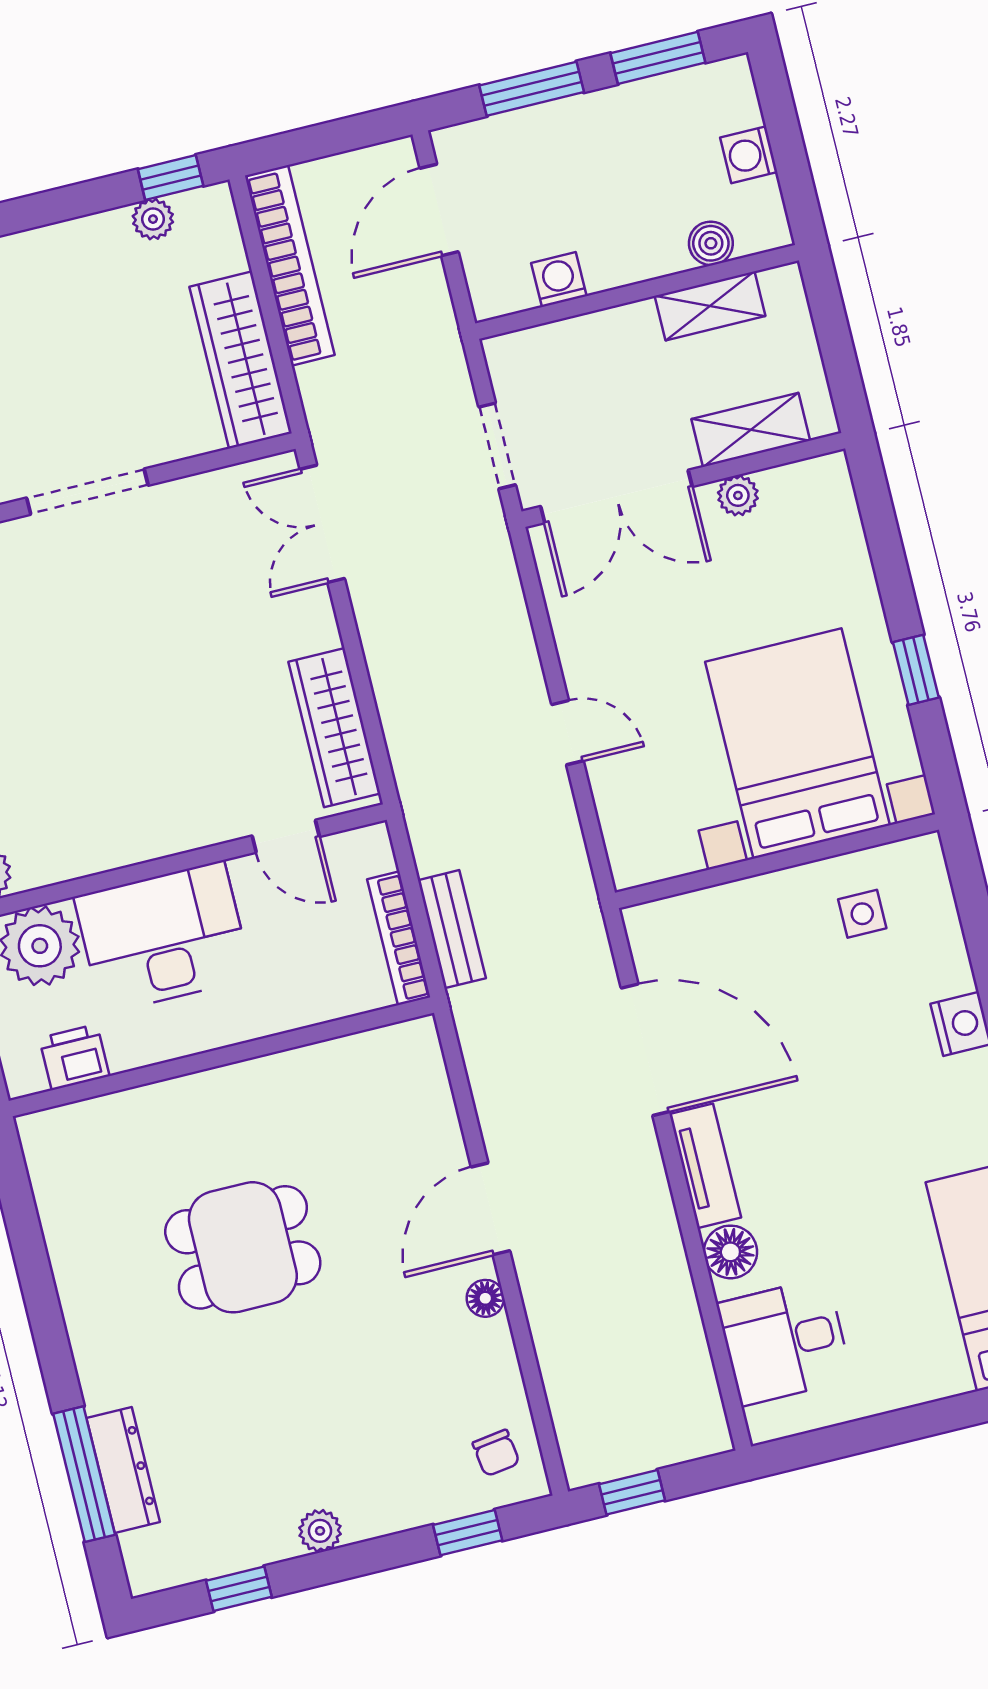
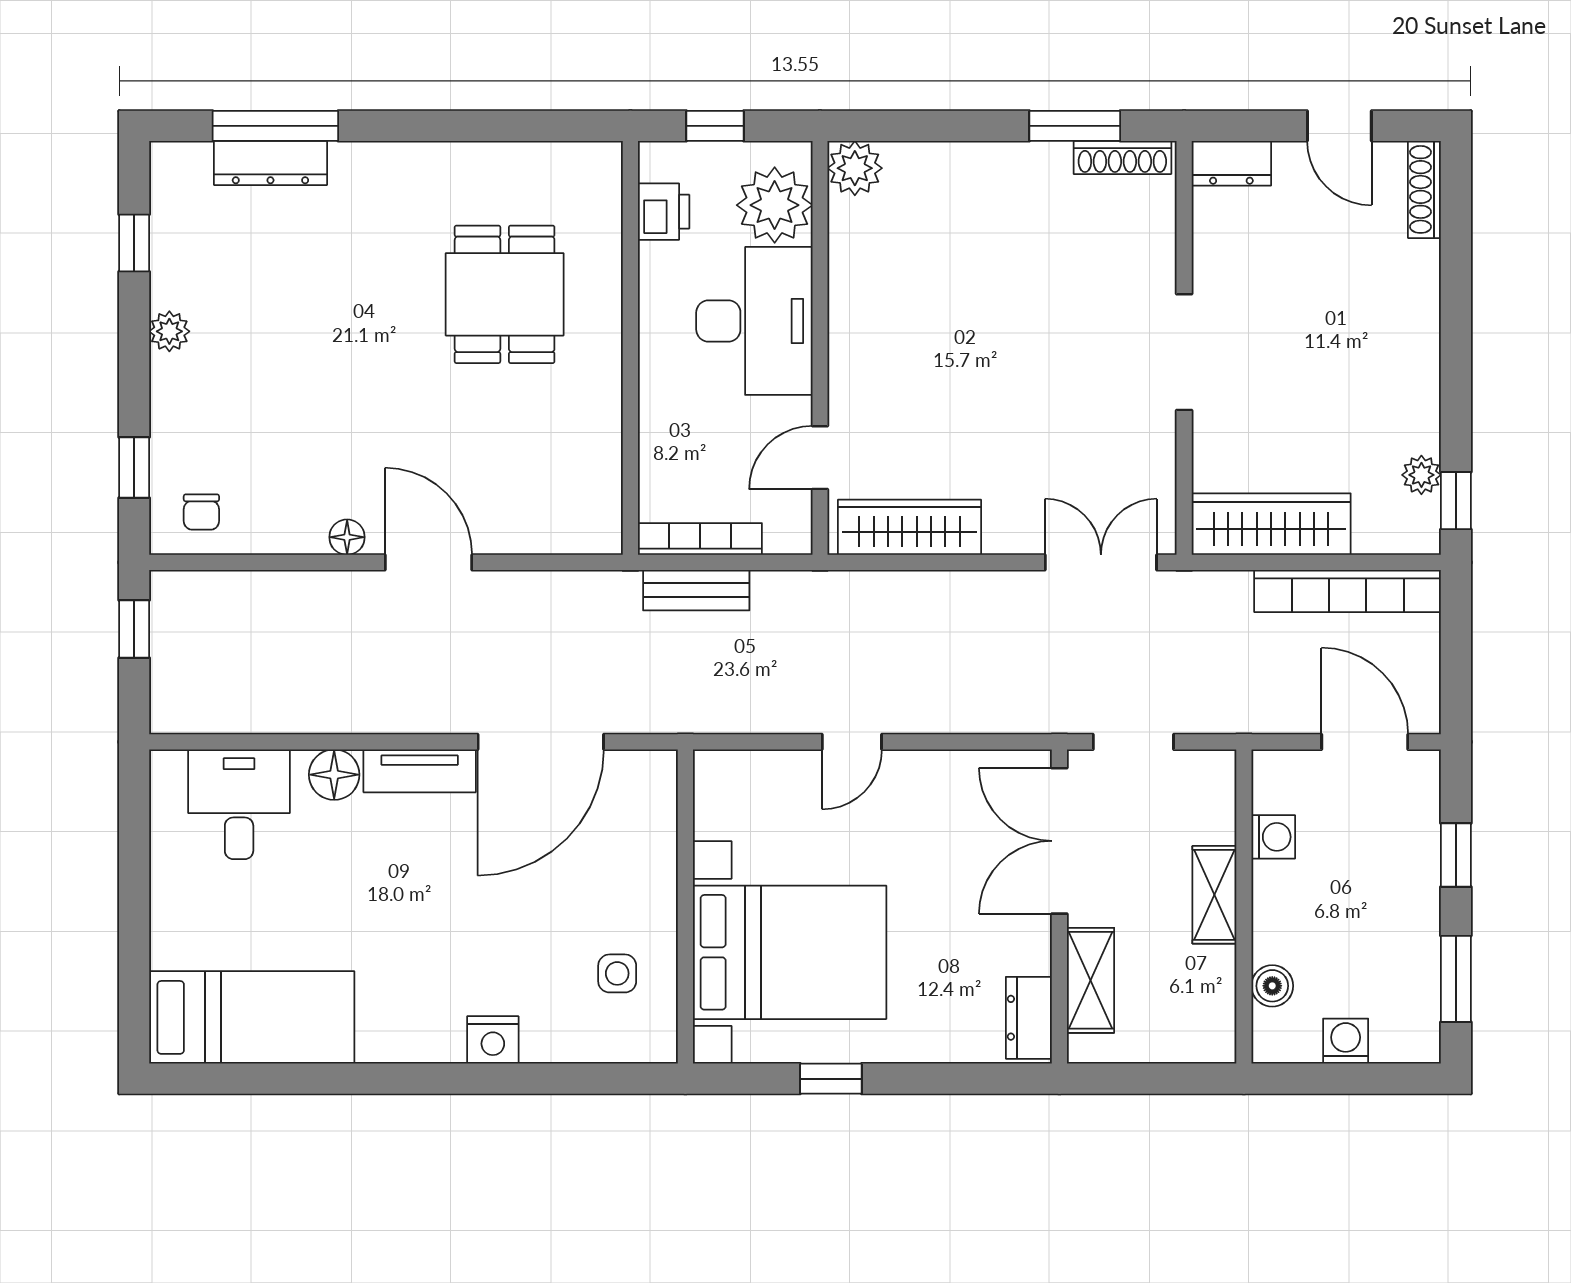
window: (532, 89) -> (1456, 855), width x0.67
shelving: (710, 306) -> (1214, 895), moved
dresser: (804, 483) -> (1029, 1018), added
plant: (738, 495) -> (1033, 954), removed
dining table: (243, 1247) -> (505, 294), moved
chair: (496, 1453) -> (201, 512), turned -82

